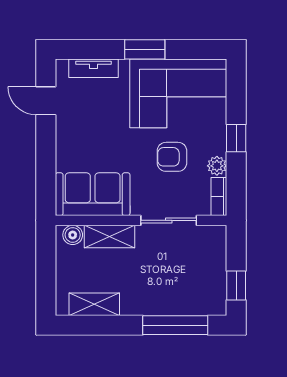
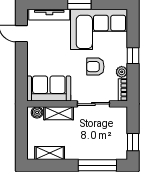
tv unit: (93, 68) -> (49, 15), width x1.41

